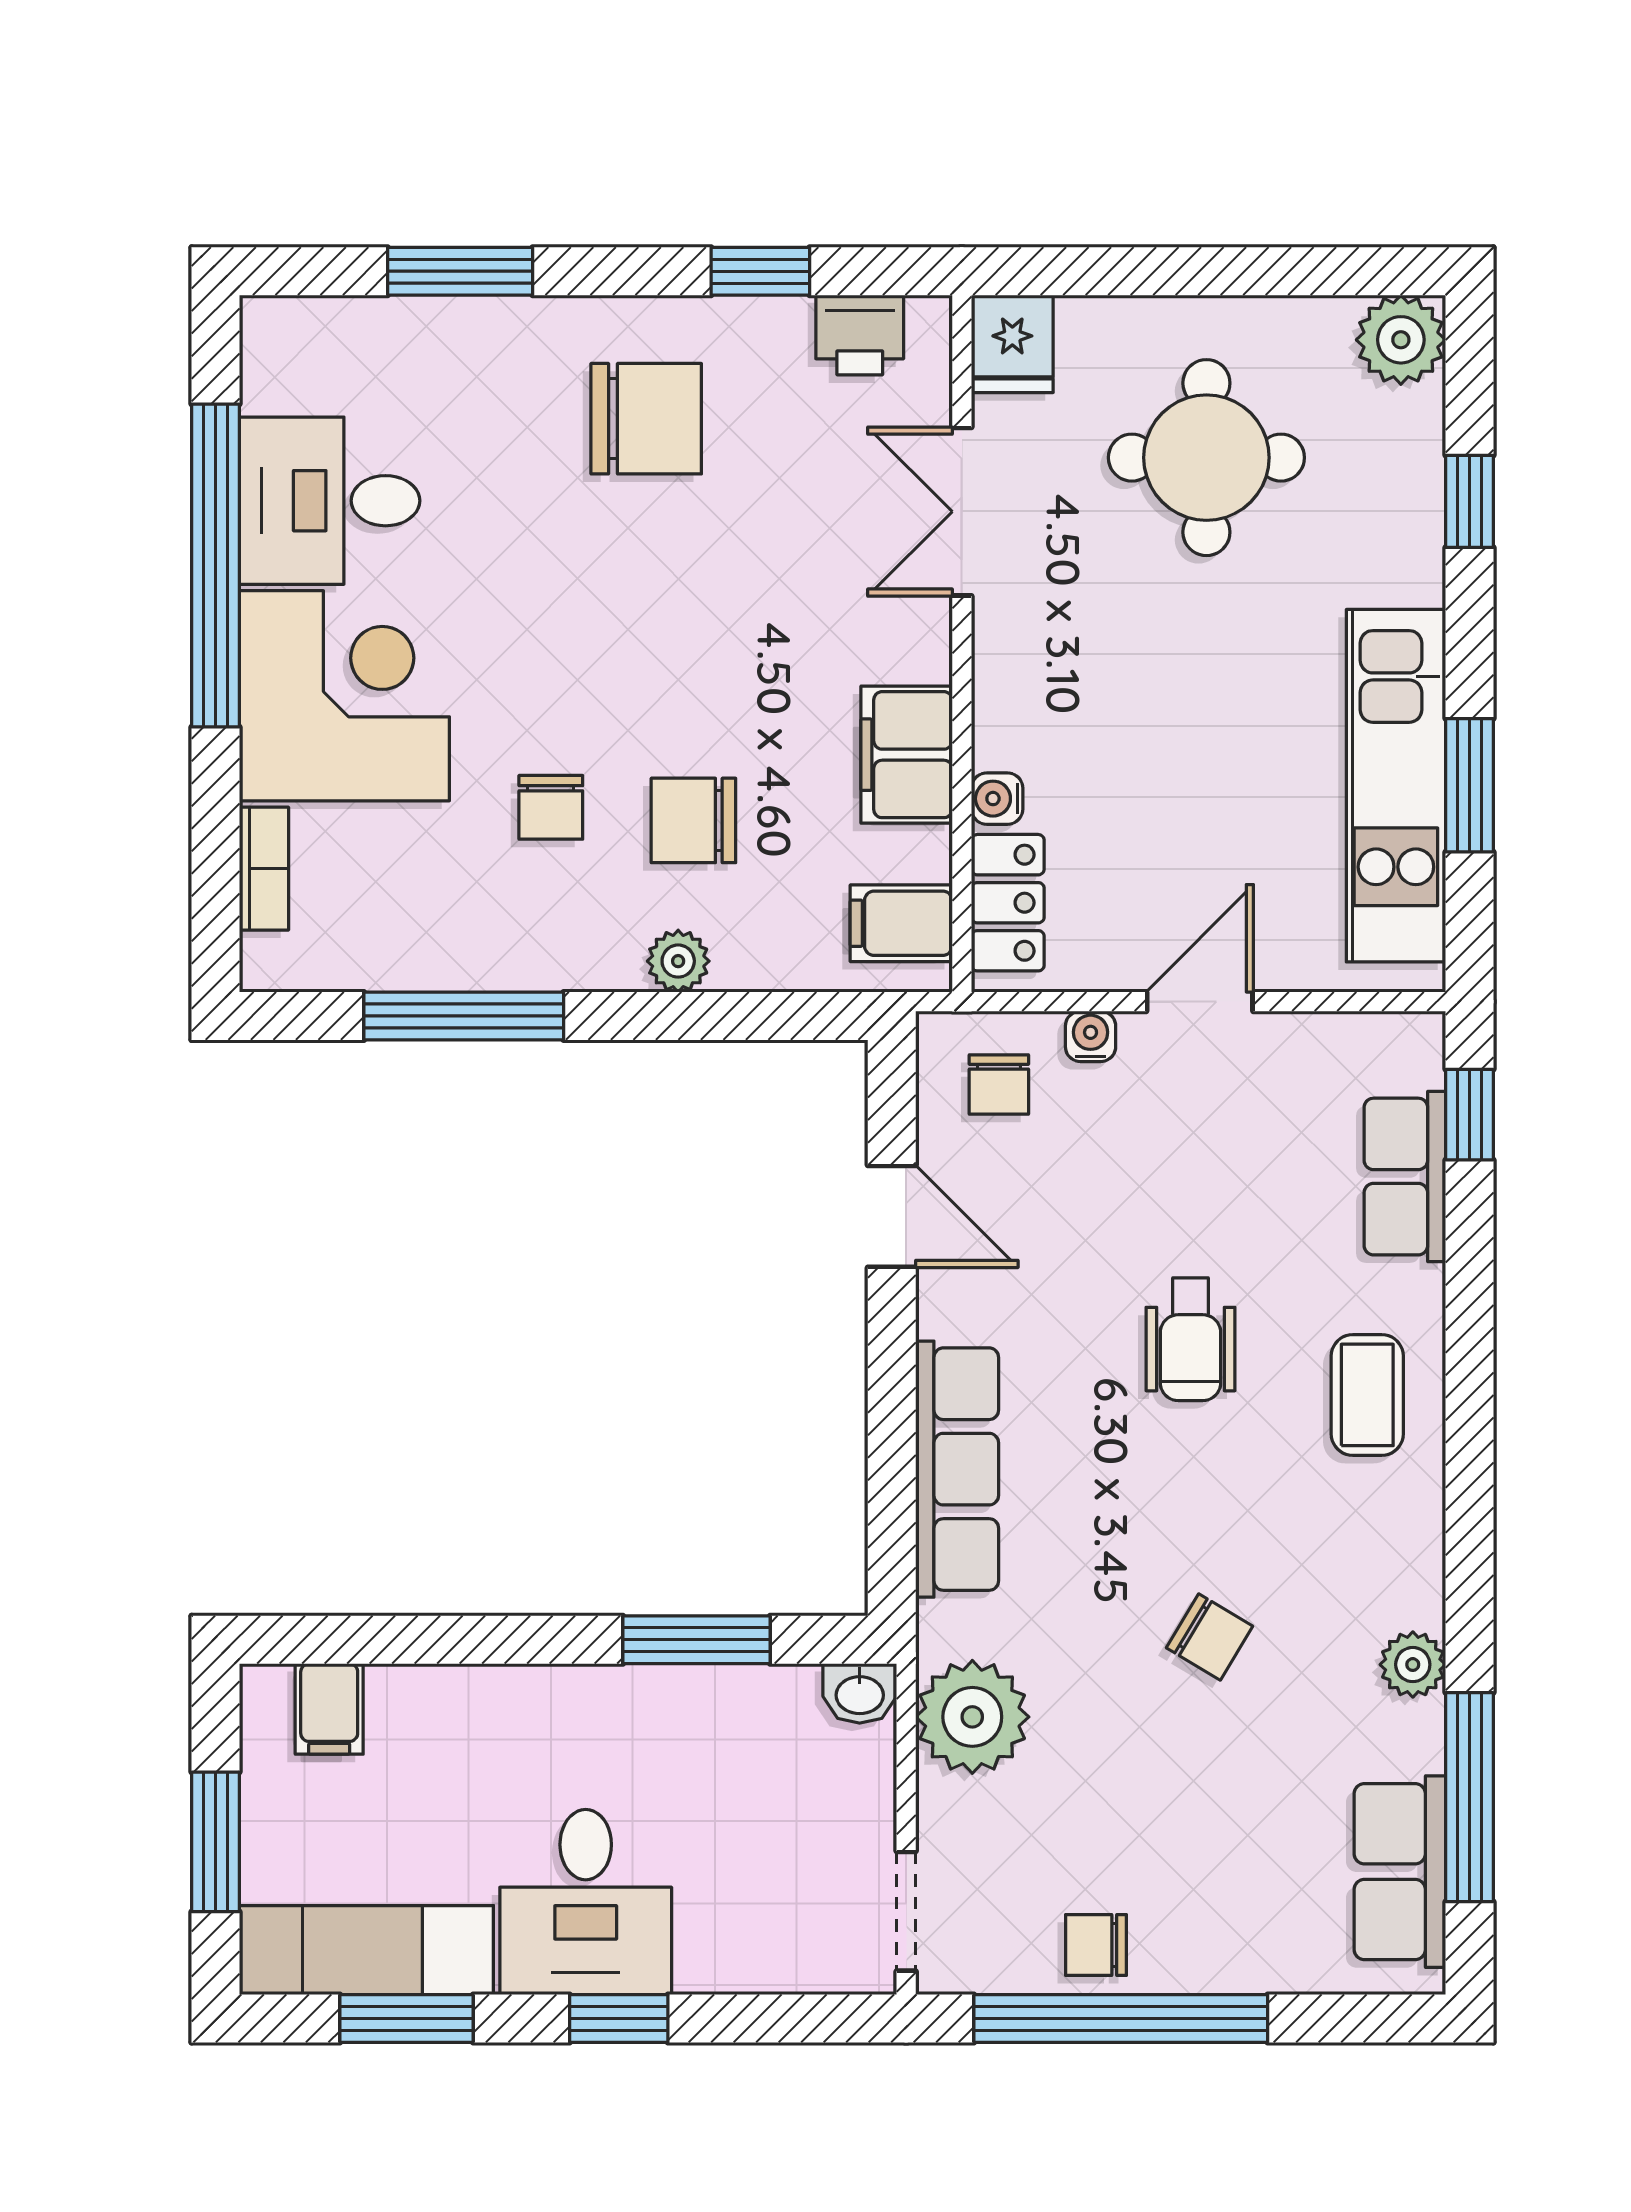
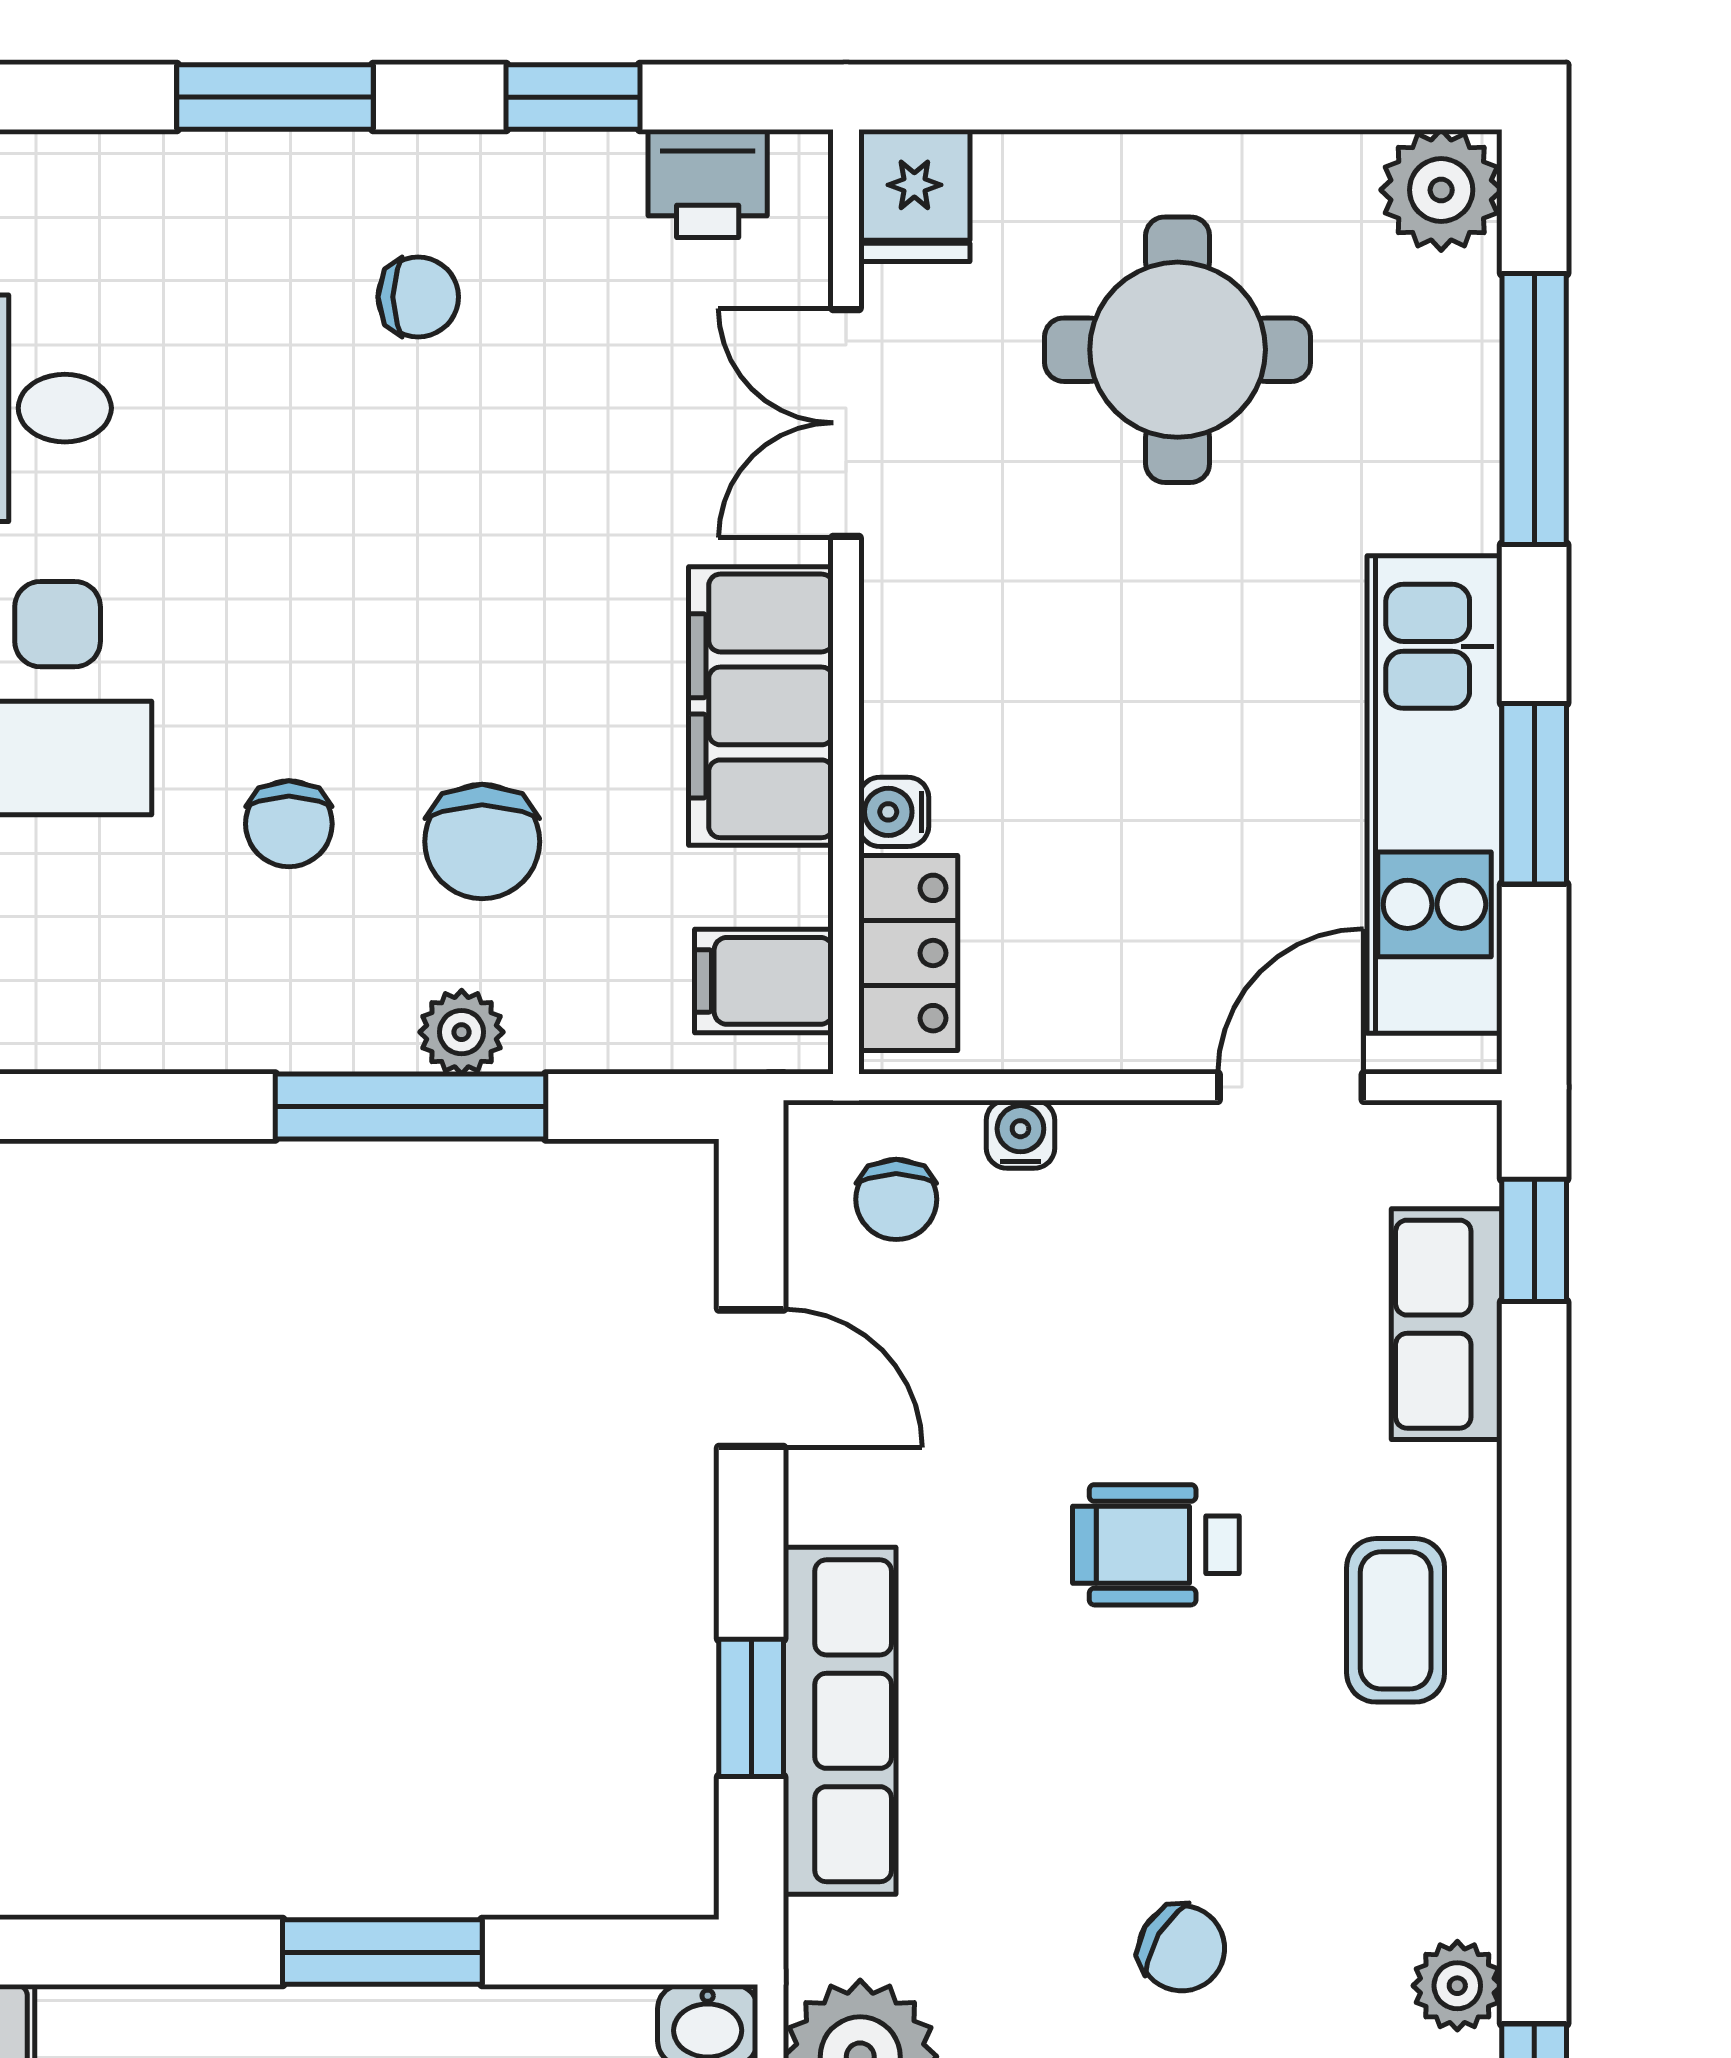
window: (460, 271) -> (275, 97), moved
chair: (646, 419) -> (418, 297), width x0.54, depth x0.54
window: (1469, 501) -> (1534, 409), width x2.17
filing cabinet: (907, 755) -> (761, 706), width x1.50, depth x1.17
chair: (693, 820) -> (482, 842), turned -90
door: (1200, 1002) -> (1291, 1087), moved
window: (464, 1016) -> (410, 1106), moved
wheelchair: (1191, 1339) -> (1156, 1545), turned 90
window: (892, 1460) -> (751, 1708), added
window: (696, 1640) -> (382, 1952), moved

